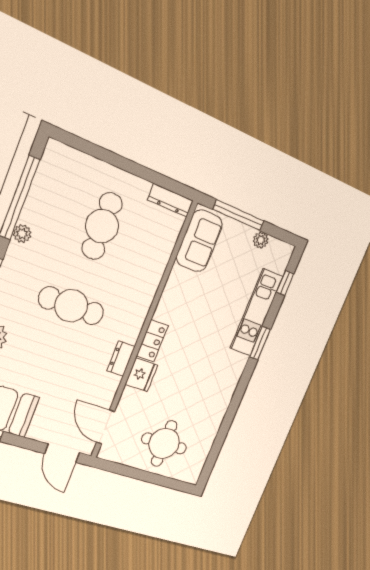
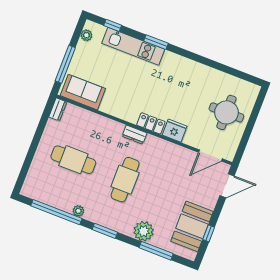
dresser: (170, 200) -> (58, 109), width x0.70
plant: (261, 240) -> (86, 35), moved
dresser: (121, 359) -> (134, 135), moved

